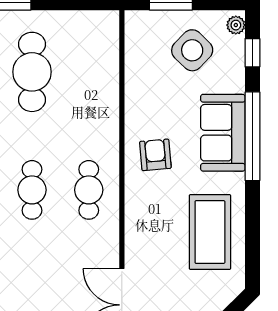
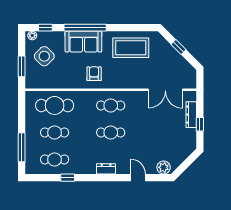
cafe table: (32, 72) -> (55, 132), width x0.73, depth x0.74
cafe table: (89, 72) -> (55, 105), added
armchair: (155, 155) -> (94, 74), turned 95

